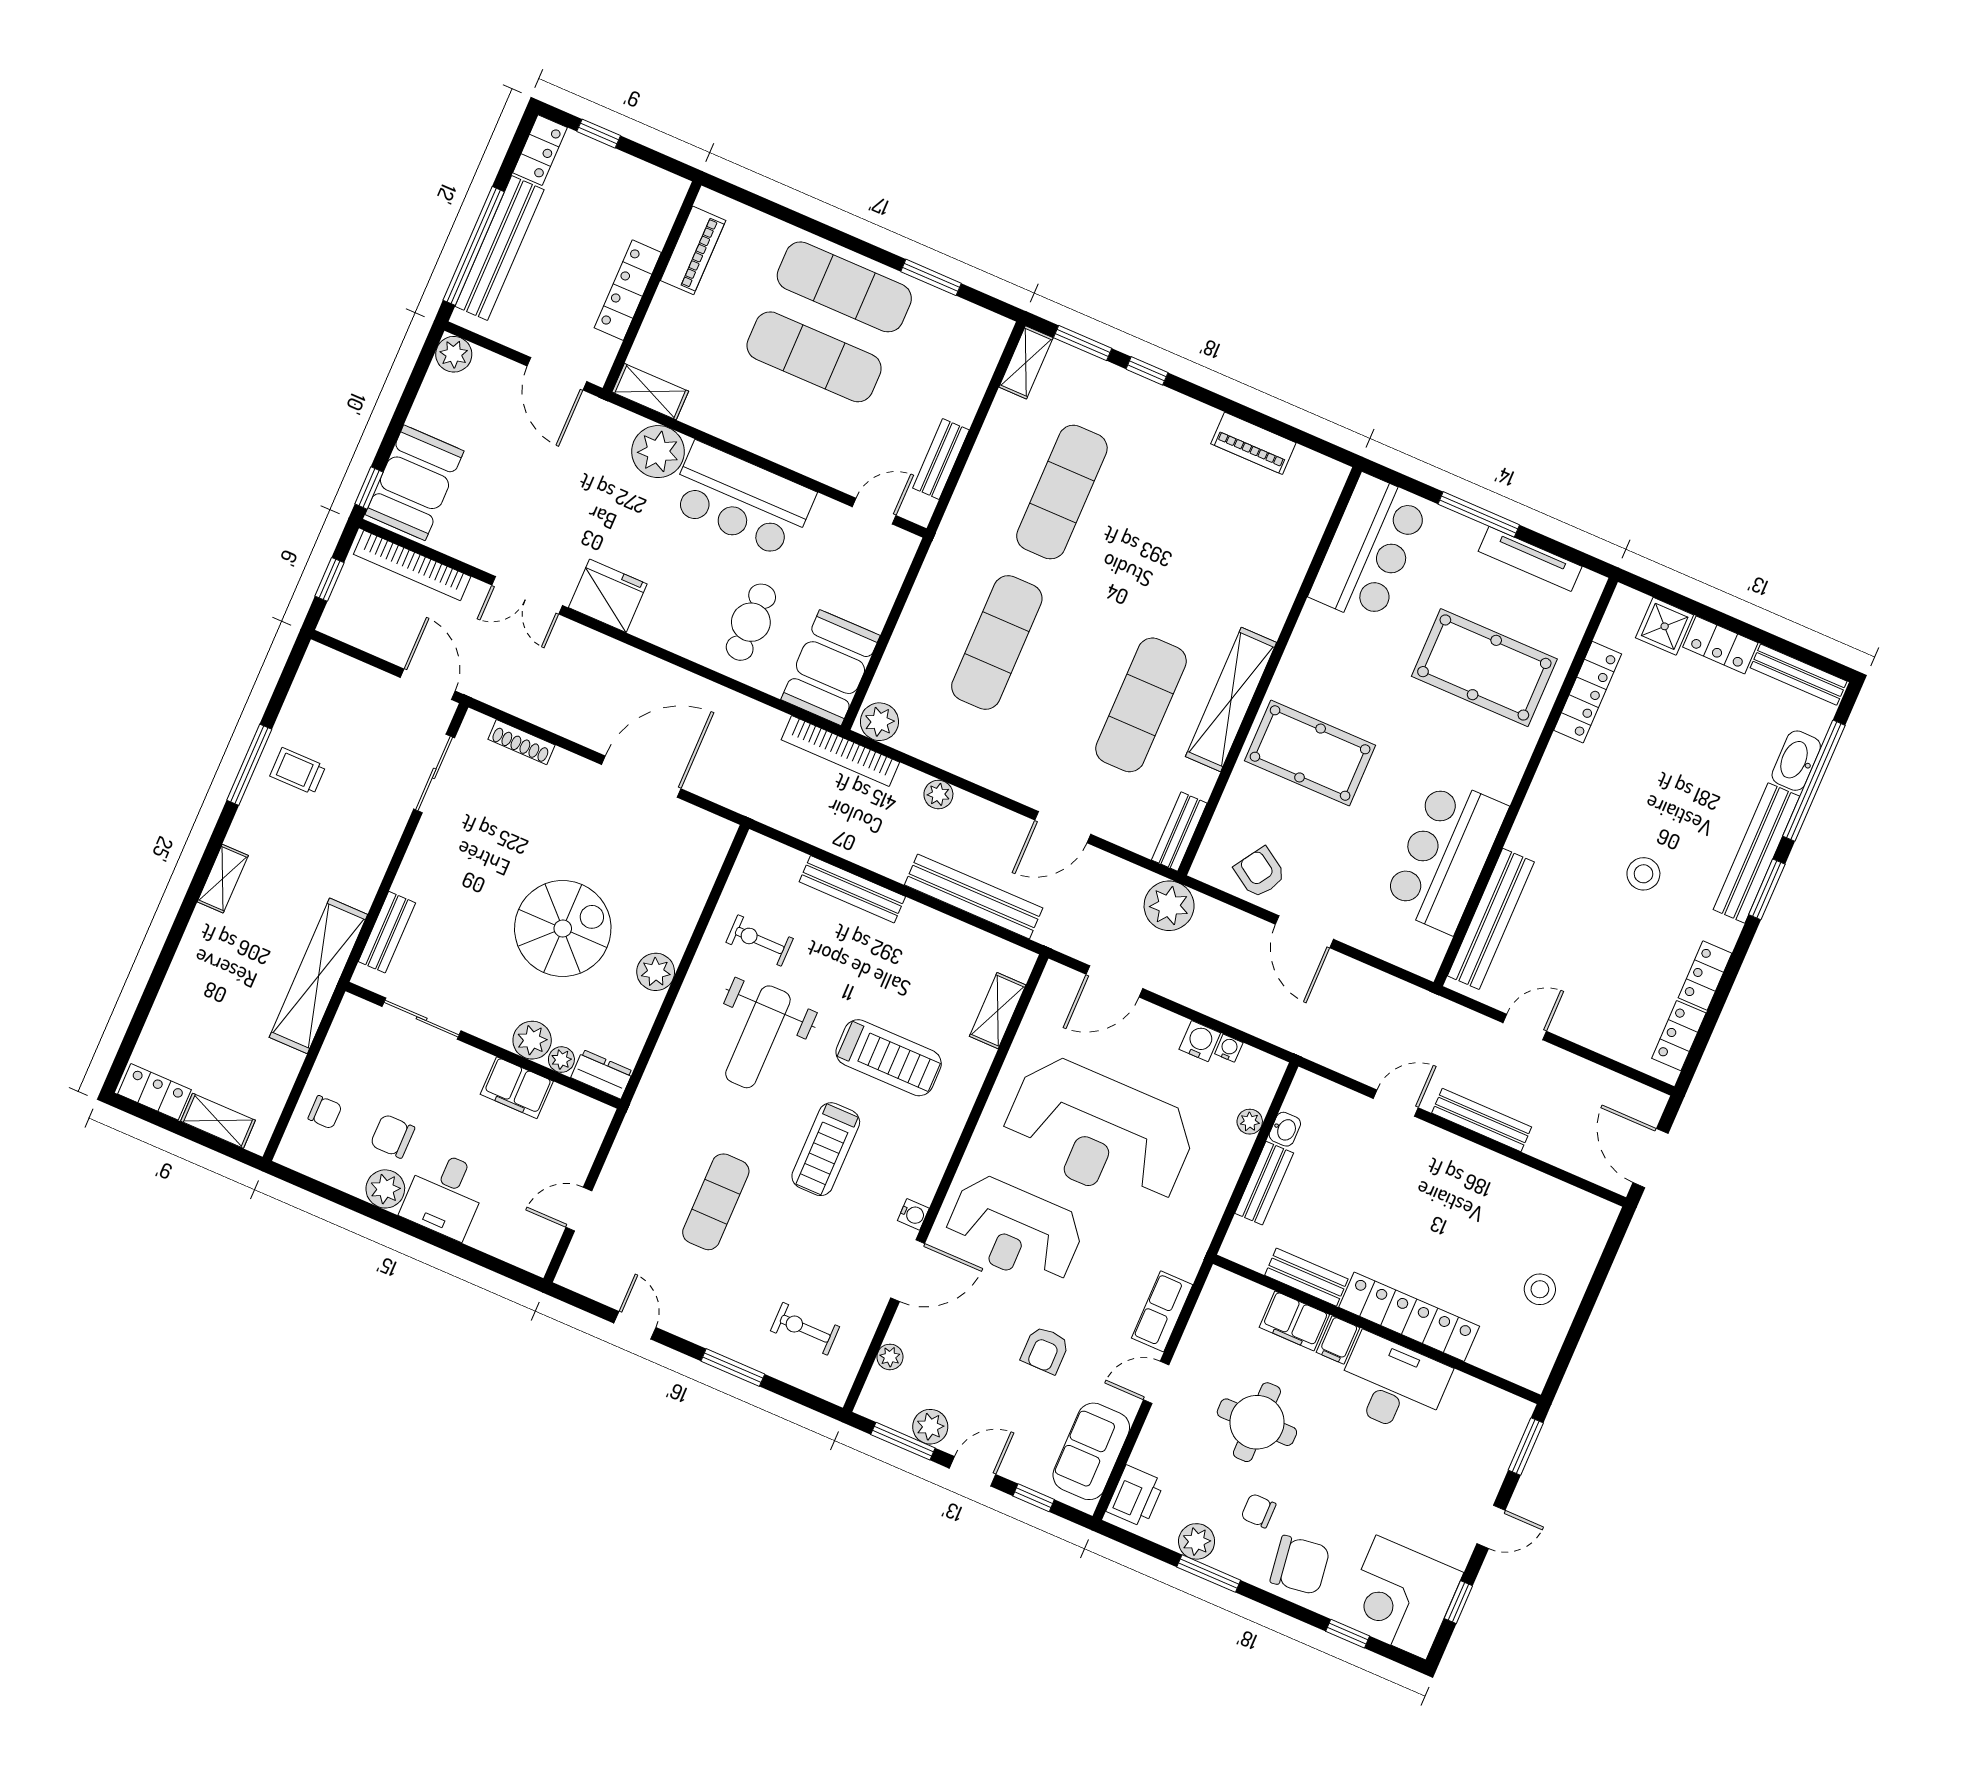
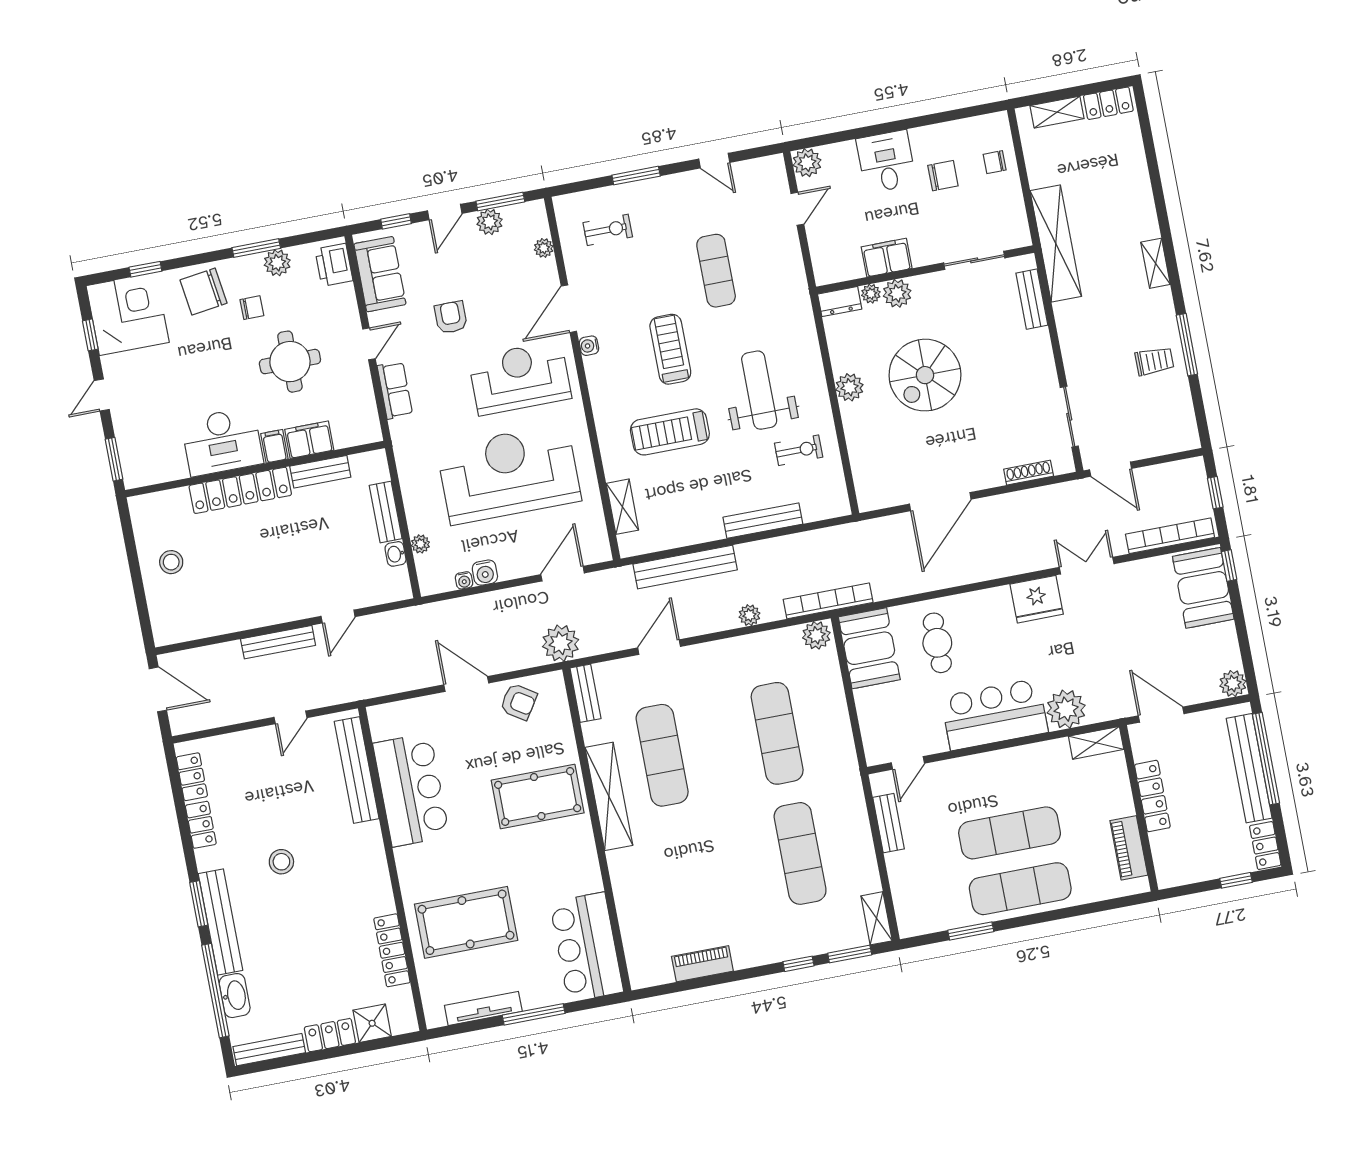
plant: (385, 1189) -> (807, 163), moved

